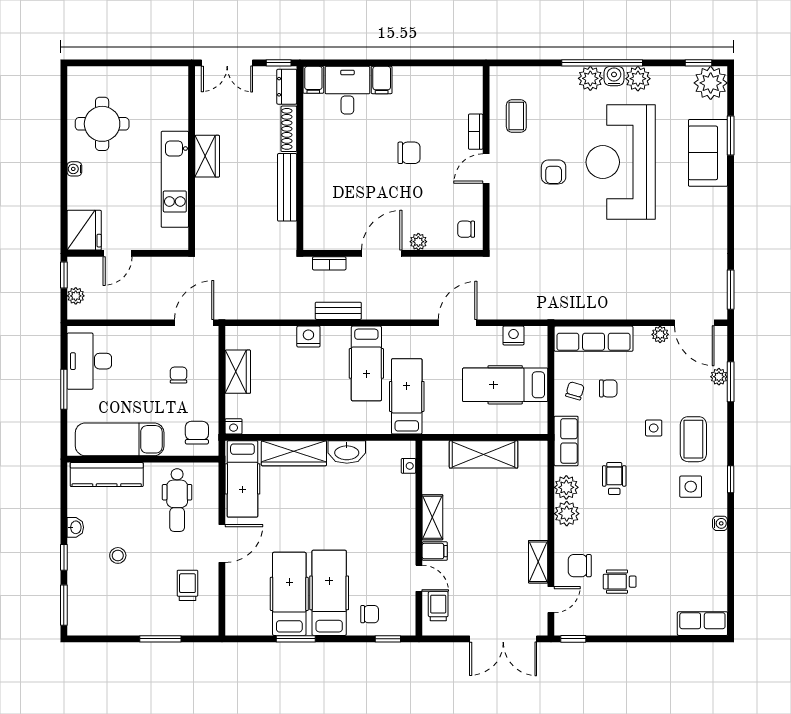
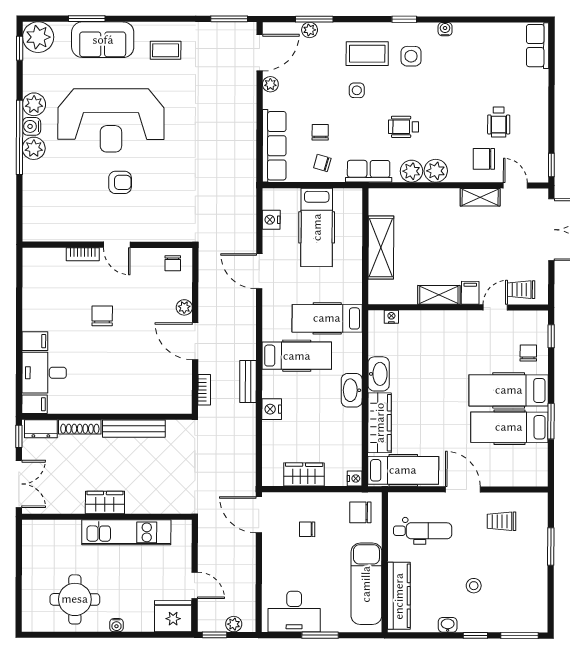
coffee table: (516, 116) -> (166, 50), moved
washbasin: (329, 423) -> (352, 390), added
chair: (580, 566) -> (484, 159), turned 90

